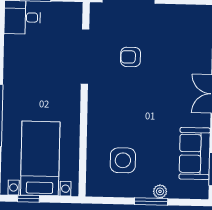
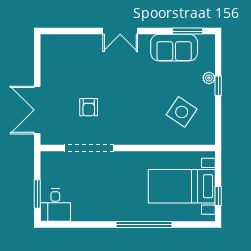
side table: (123, 160) -> (182, 112), turned 34
window: (151, 202) -> (218, 86), width x0.67

